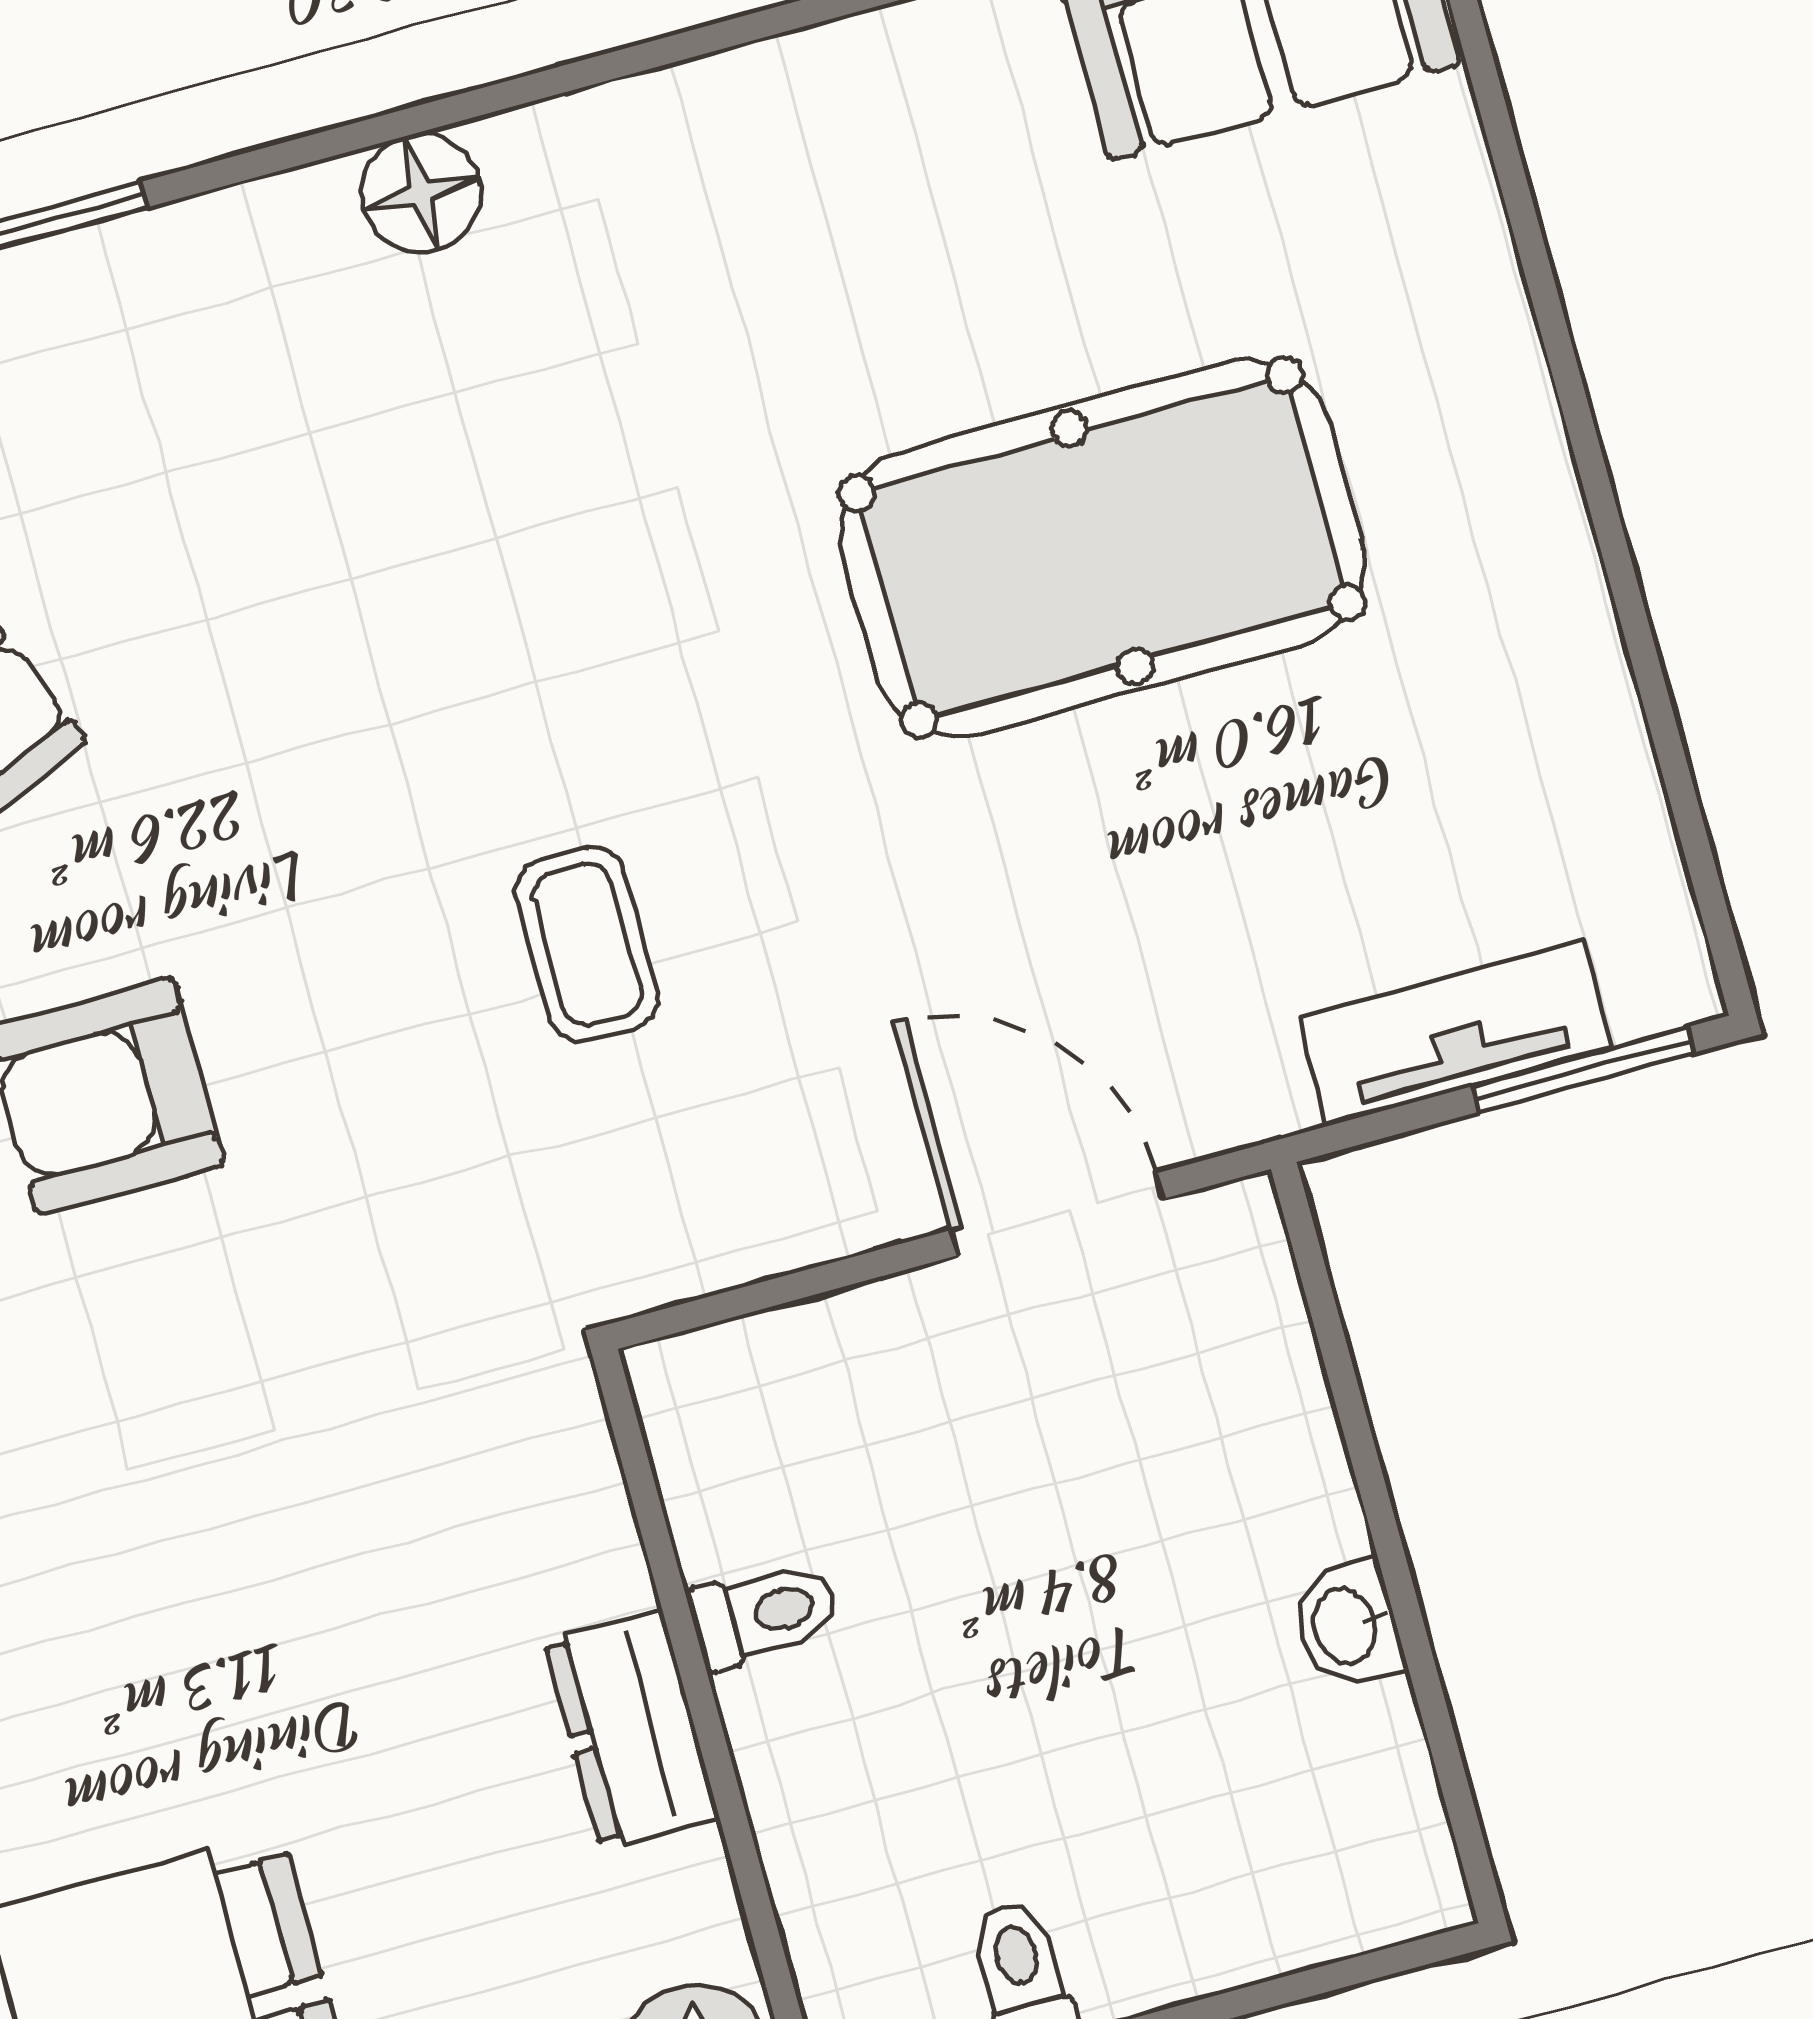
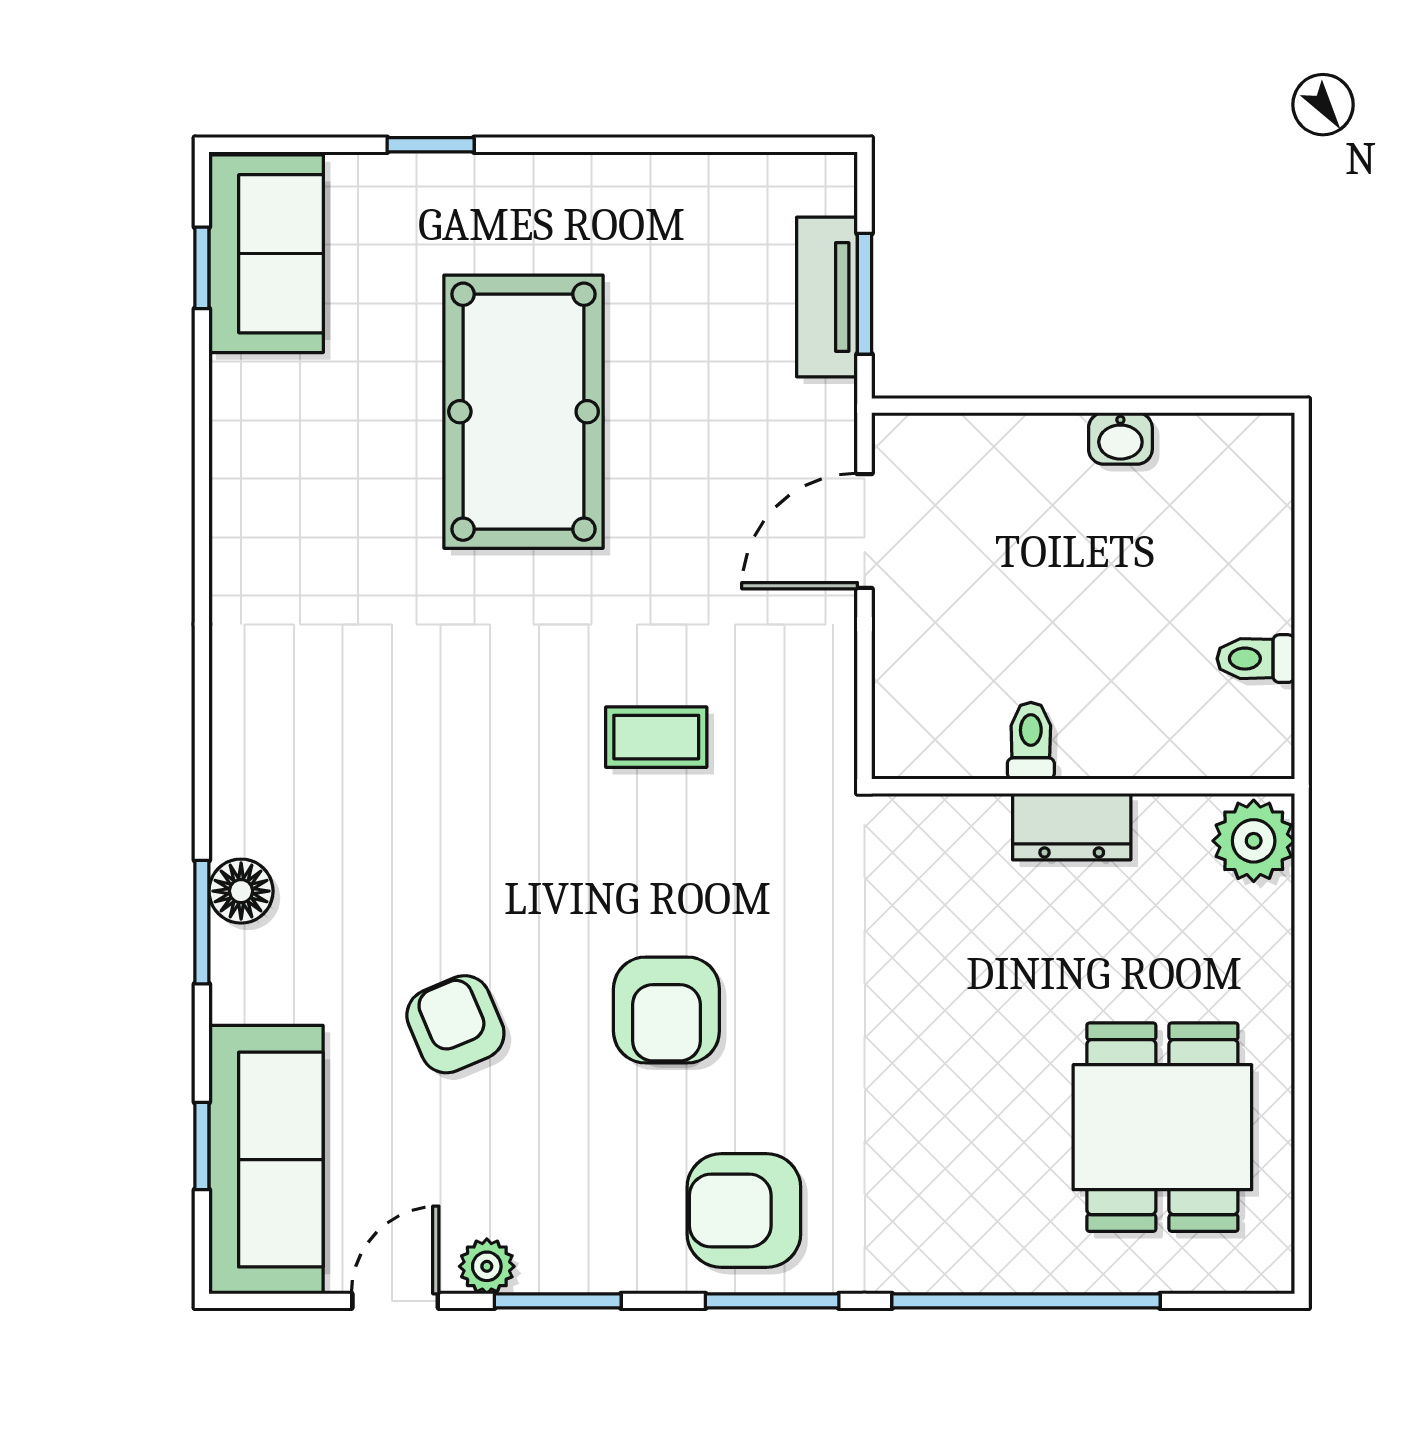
floor lamp: (421, 193) -> (241, 891), moved
window: (1532, 251) -> (431, 145), added
window: (1583, 1069) -> (865, 294), moved

